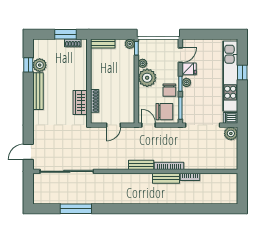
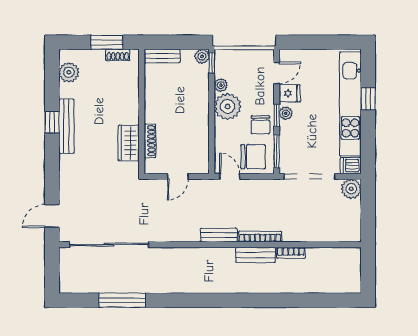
window: (28, 65) -> (52, 122), moved
plant: (40, 65) -> (69, 72), moved

